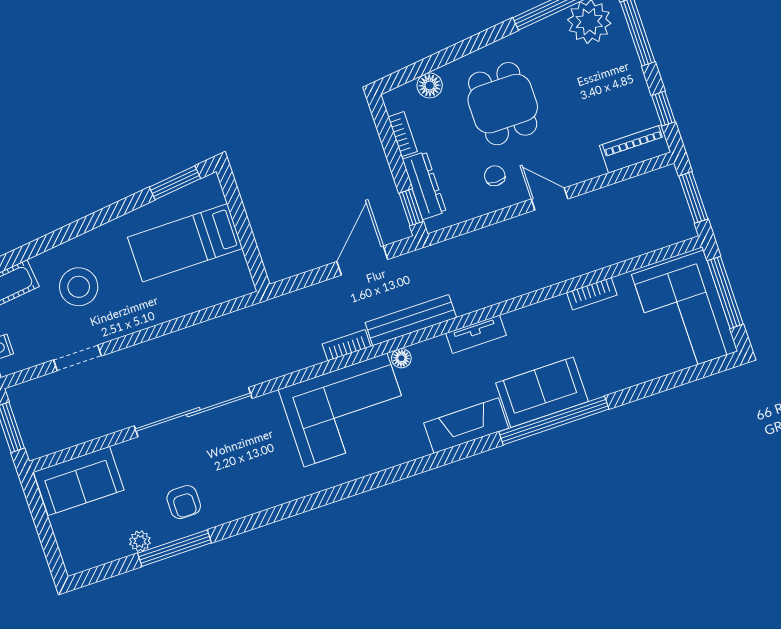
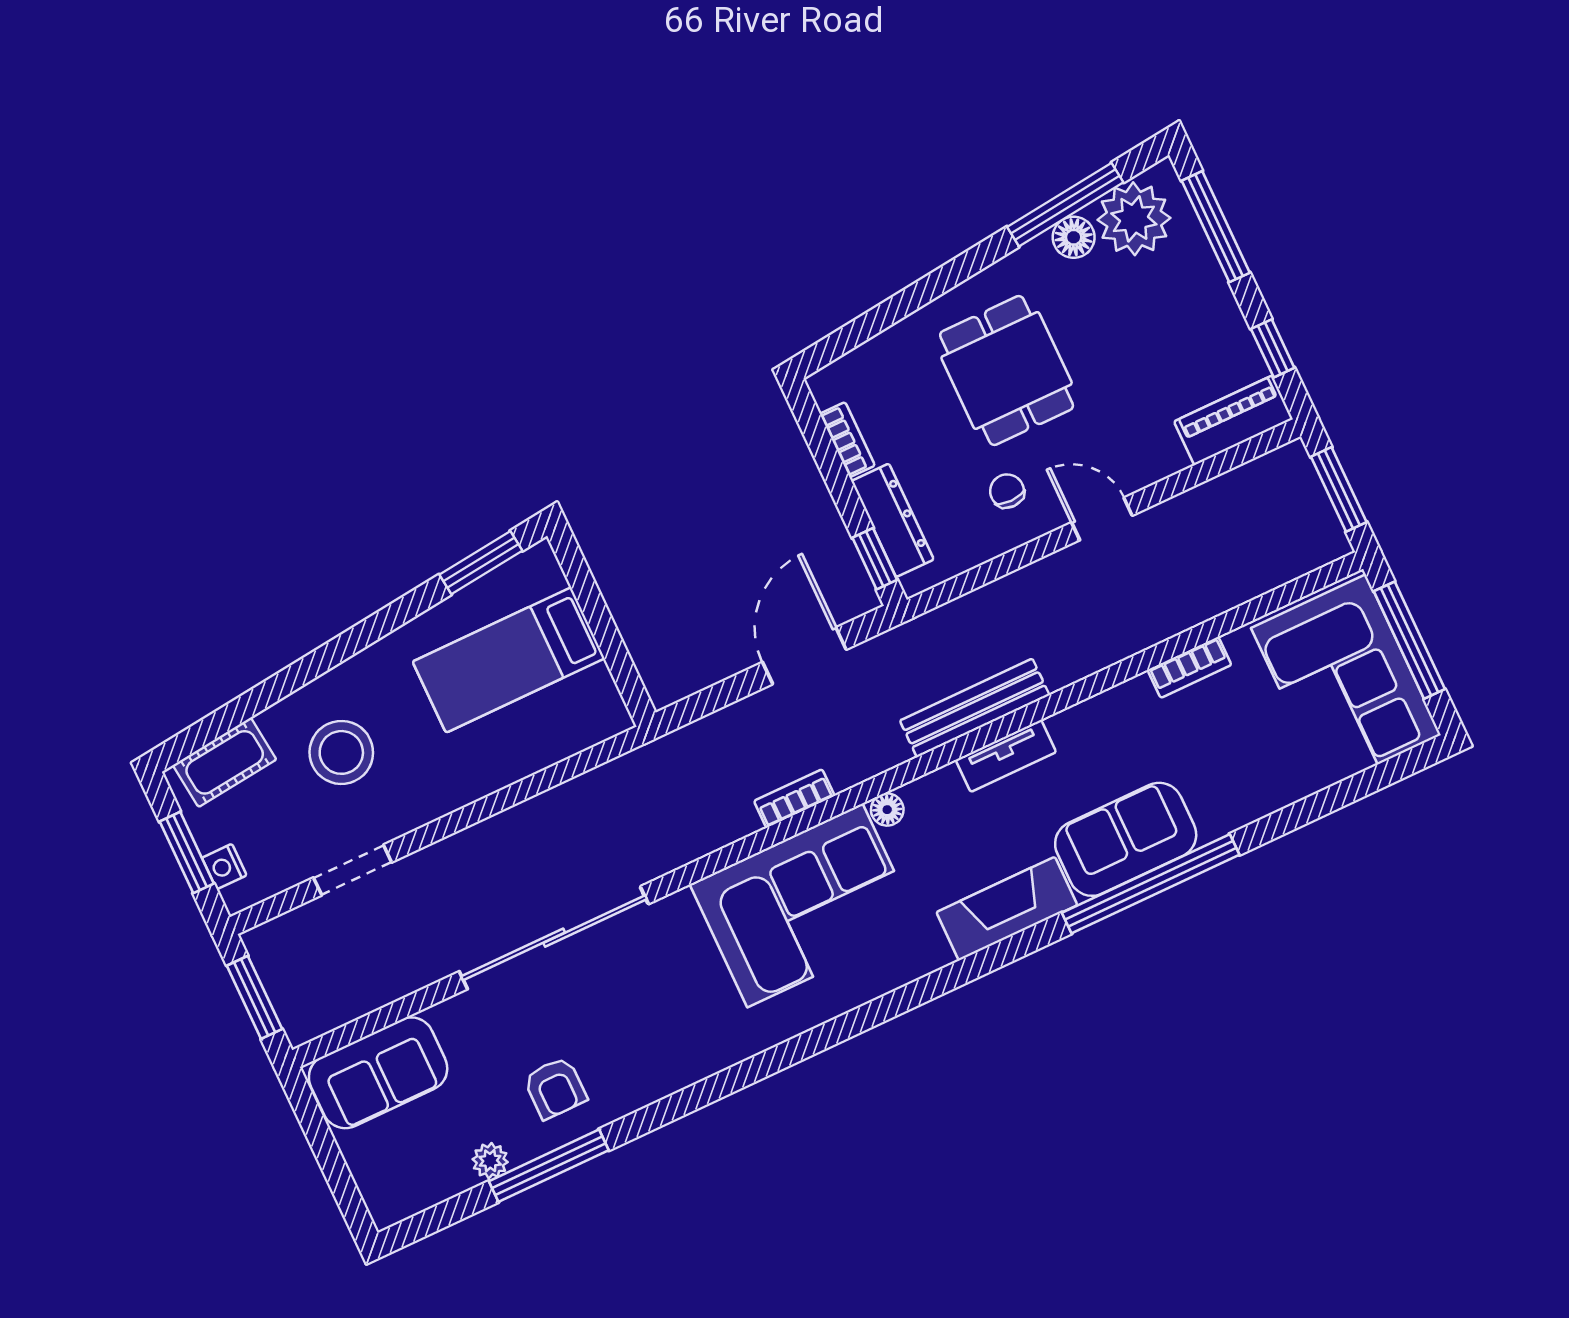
floor lamp: (430, 85) -> (1074, 237), moved
bench: (411, 320) -> (975, 708), moved

